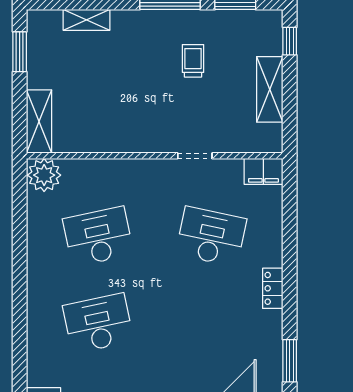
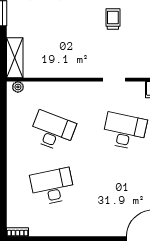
plant: (44, 175) -> (18, 87), width x0.53, depth x0.53
desk: (98, 237) -> (52, 131), turned 33

